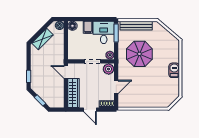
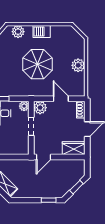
plant: (174, 50) -> (18, 32), added
parasol: (139, 54) -> (37, 64), moved
wardrobe: (74, 93) -> (74, 148), width x0.67
plant: (145, 102) -> (78, 65), added

